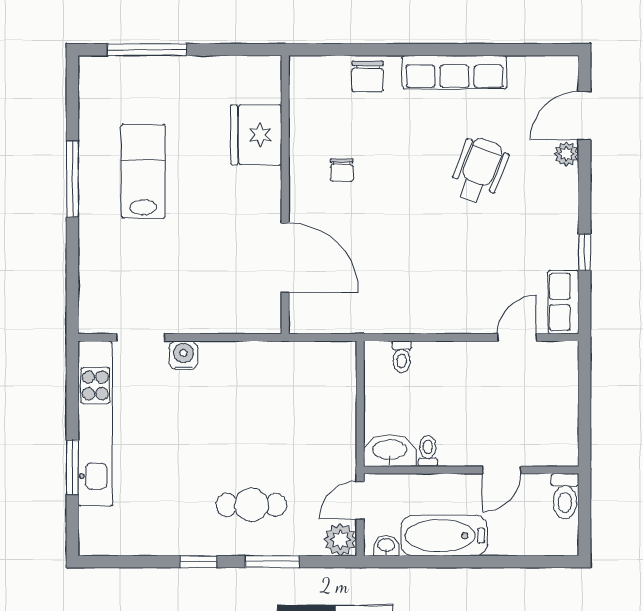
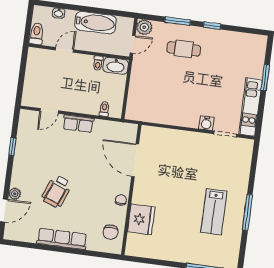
chair: (368, 76) -> (110, 232), moved, turned 180
fridge: (256, 135) -> (141, 219), moved
wall: (285, 195) -> (131, 190), moved
door: (285, 258) -> (135, 160), moved
row of seats: (563, 302) -> (78, 124), moved, turned 90
kitchen unit: (95, 423) -> (250, 107), width x0.73
washbasin: (386, 546) -> (59, 13), moved

